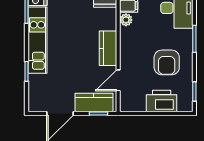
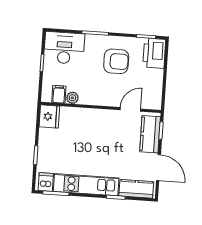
kitchen counter: (108, 48) -> (136, 189), moved, turned 180
door: (118, 80) -> (130, 109), swing flipped
printer: (162, 101) -> (154, 53), moved

